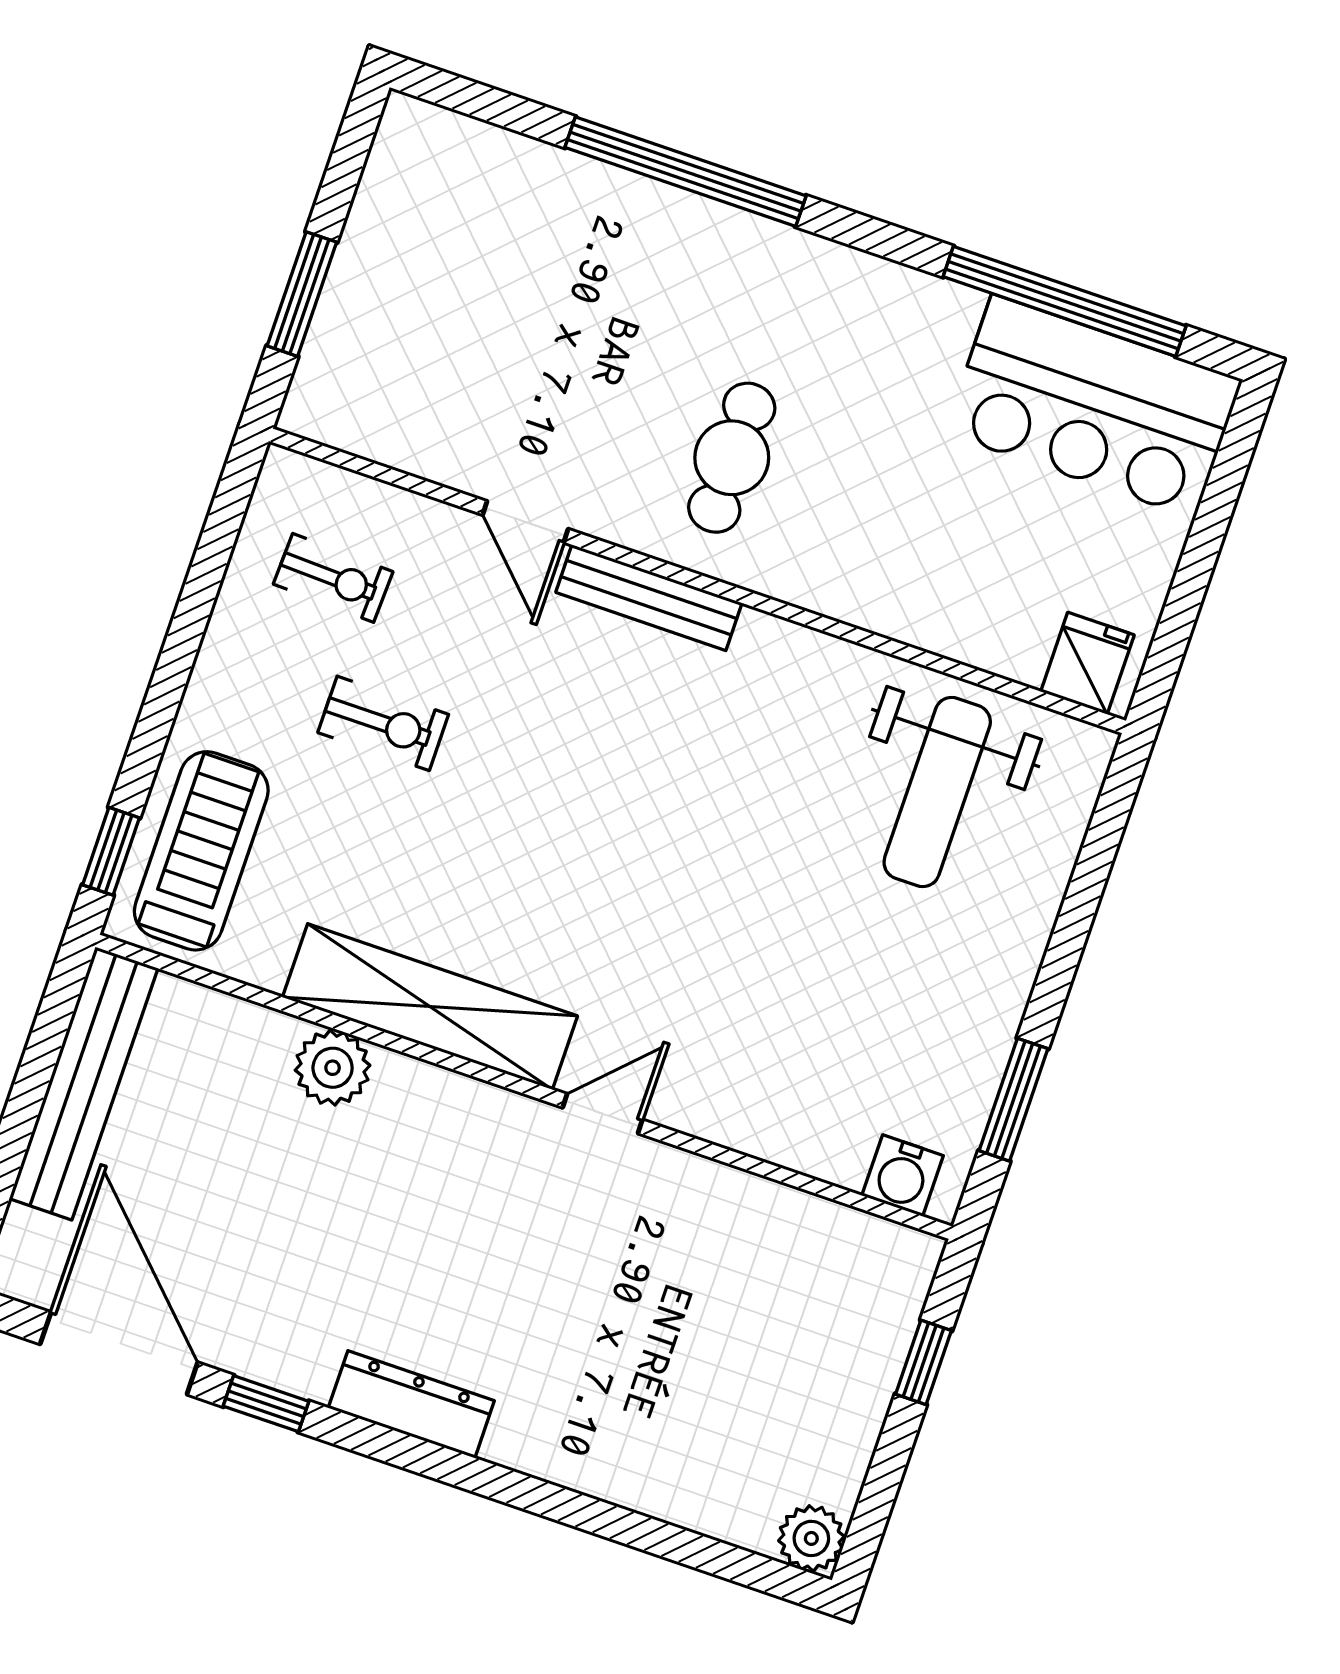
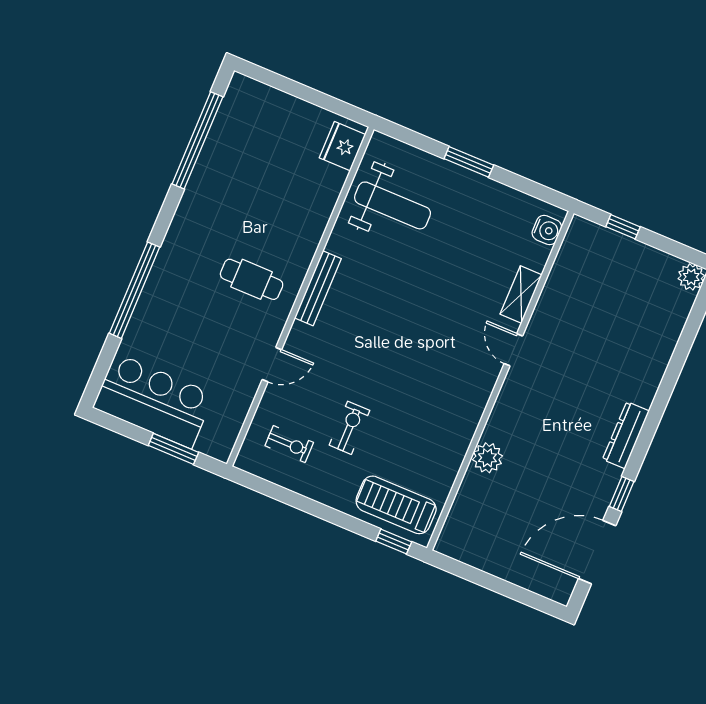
bar counter: (1093, 406) -> (153, 401), moved, turned -90
exercise bike: (333, 578) -> (289, 444), turned 88
bench: (649, 598) -> (318, 288), moved
fridge: (1087, 663) -> (342, 146), width x1.38
shelving: (430, 1007) -> (521, 295), moved, width x0.45, depth x0.75
bench: (84, 1083) -> (487, 559), removed
window: (1013, 1100) -> (469, 162), moved

